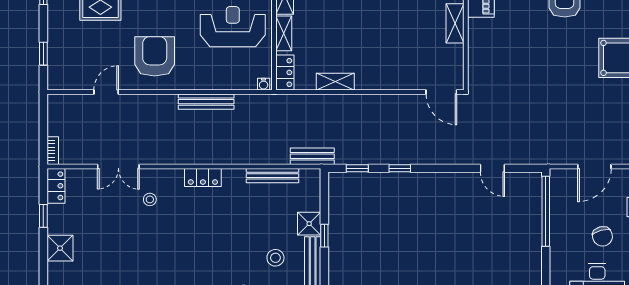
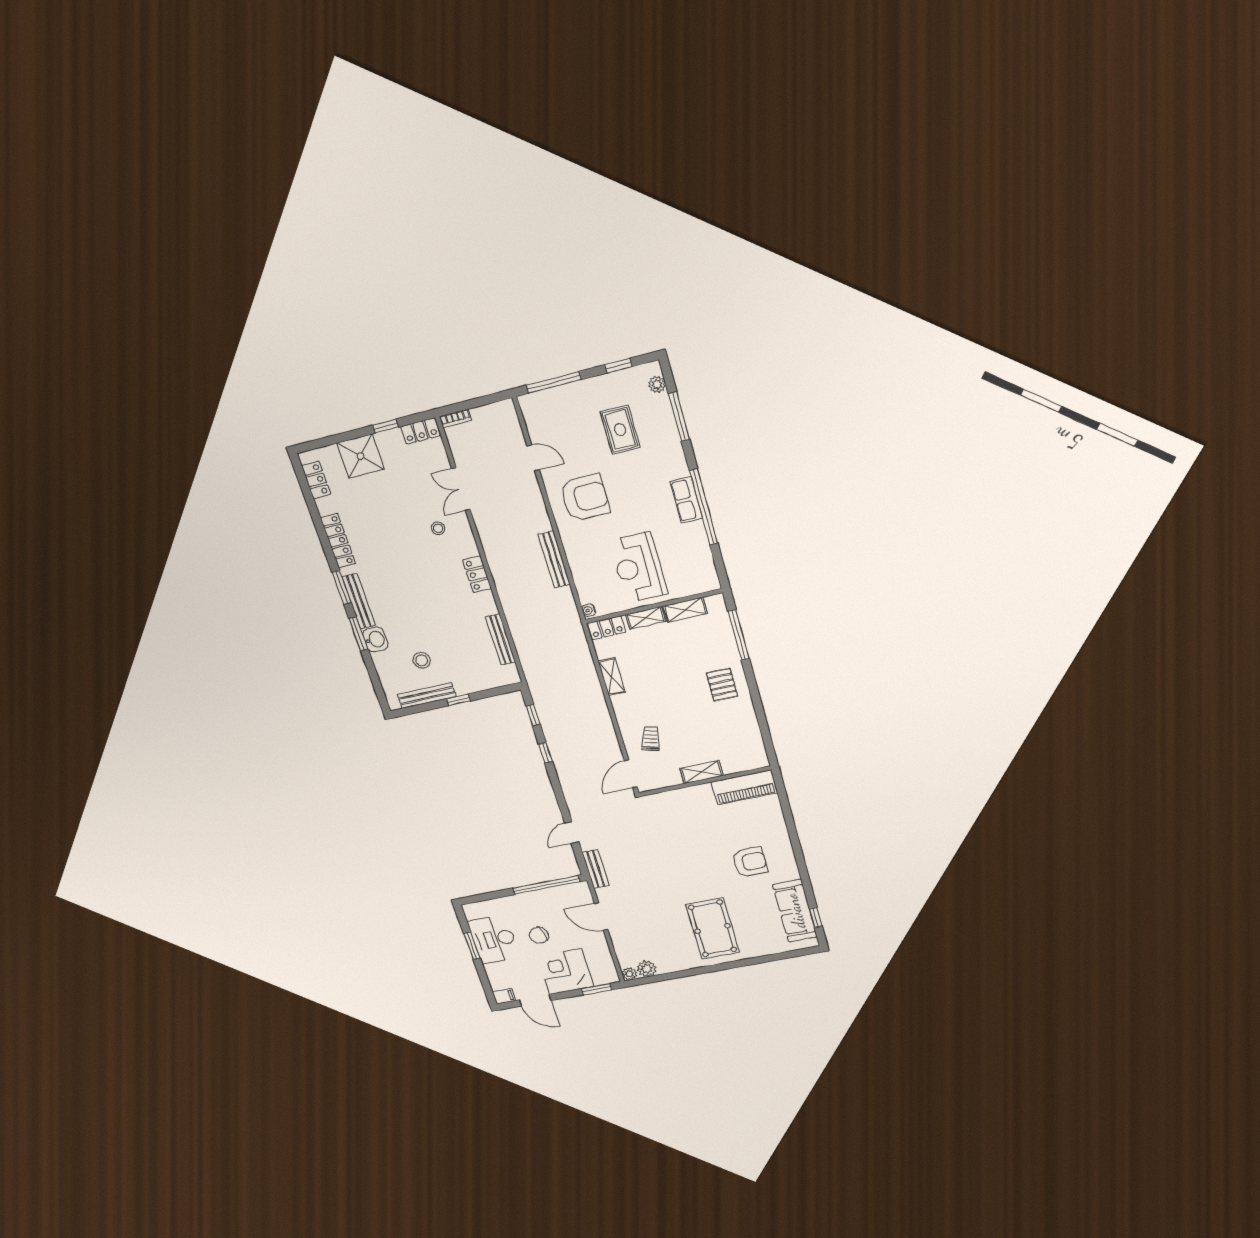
reception desk: (233, 27) -> (638, 567), turned 180
window: (43, 54) -> (553, 383), width x2.17
trolley: (408, 63) -> (651, 739), added
bench: (312, 156) -> (596, 869), moved
shower: (309, 224) -> (465, 684), removed
shower: (60, 248) -> (360, 456), width x1.36, depth x1.36

